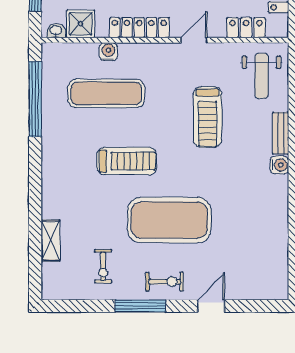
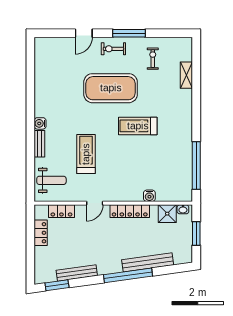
weight bench: (262, 76) -> (51, 180), turned 90
exercise mat: (106, 93) -> (151, 169), removed

